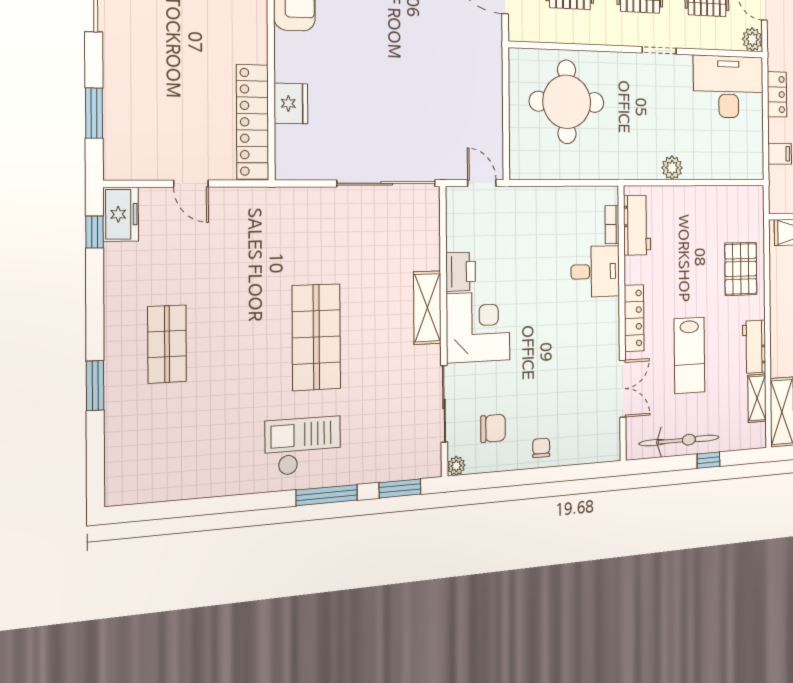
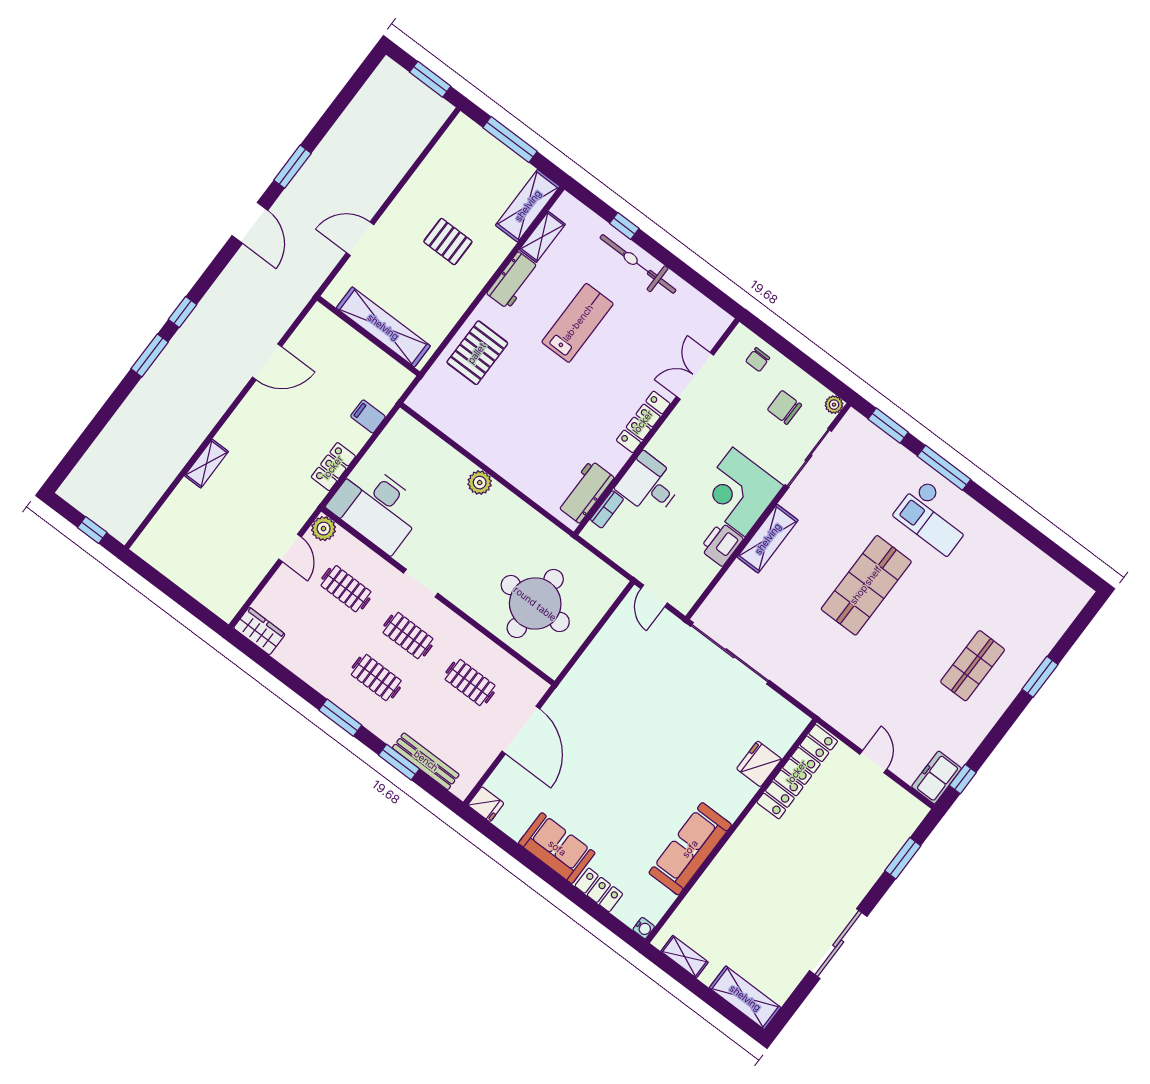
bookcase: (612, 225) -> (607, 509), moved
workbench: (637, 225) -> (585, 492), moved
desk: (595, 272) -> (649, 485), moved
locker: (634, 318) -> (643, 422), moved
wall: (622, 323) -> (657, 427), moved
double door: (623, 389) -> (695, 376), moved

